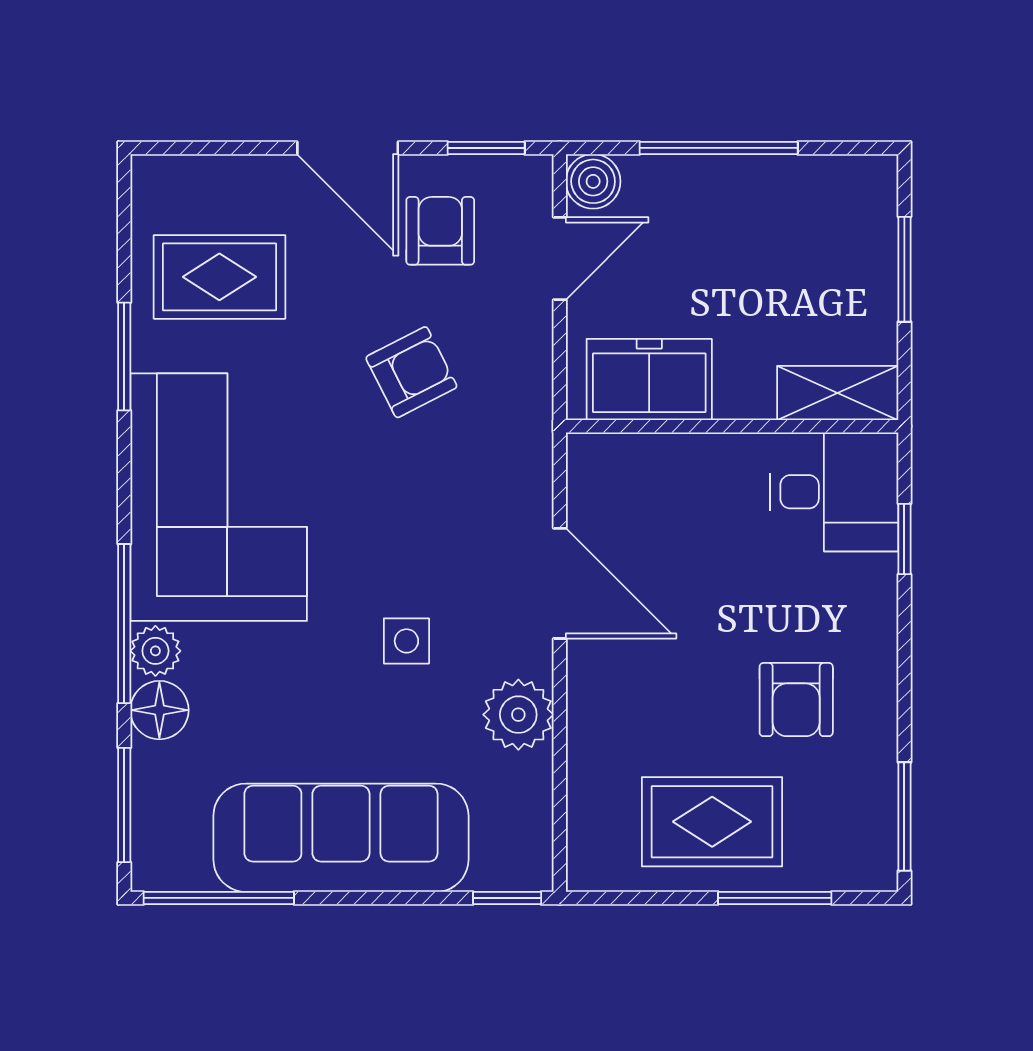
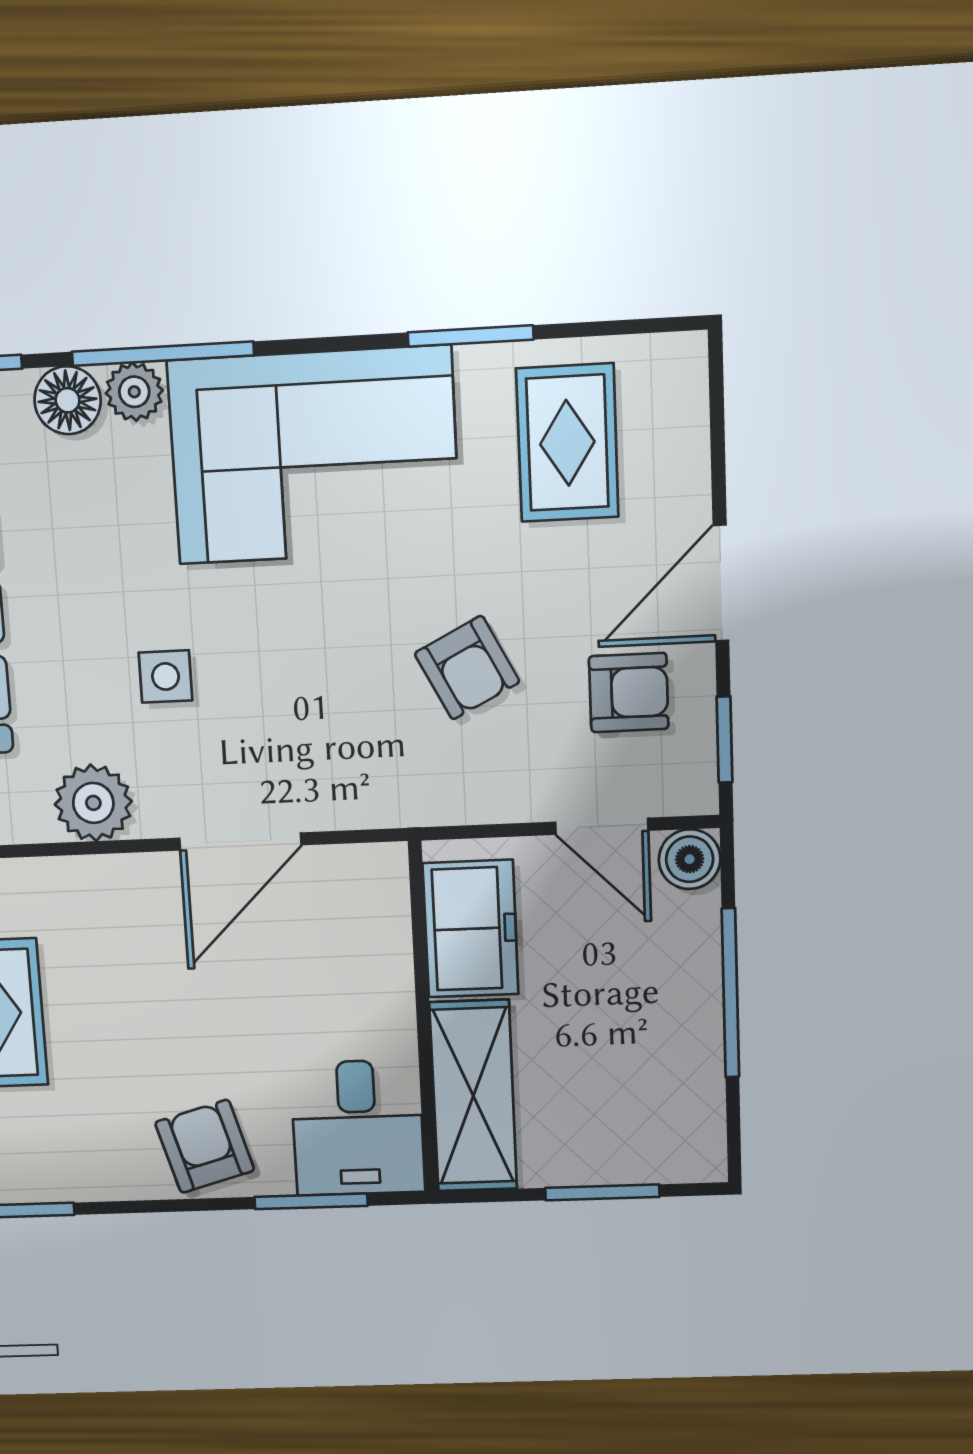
shelving: (838, 393) -> (473, 1096), width x1.50, depth x1.33
window: (904, 539) -> (311, 1201), width x1.50
armchair: (796, 700) -> (205, 1146), moved, turned 74

